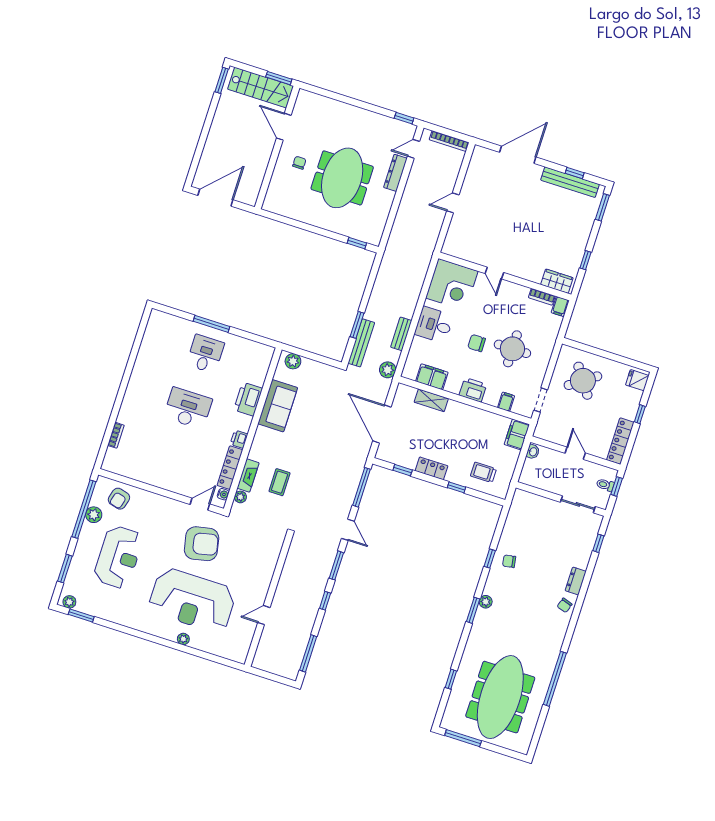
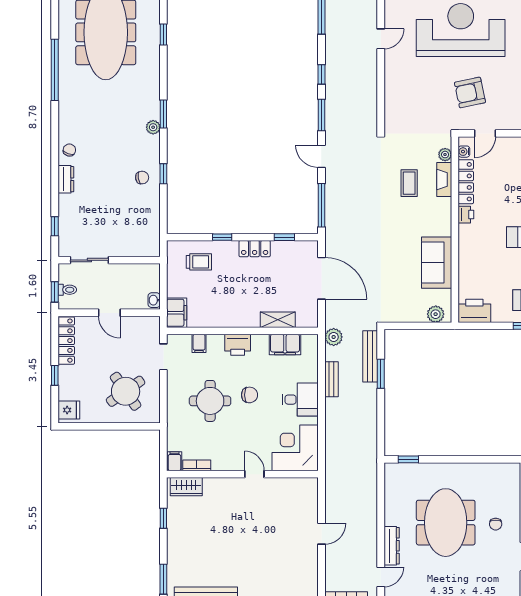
printer: (248, 399) -> (474, 311), moved, turned -90
armchair: (202, 544) -> (470, 92), width x0.73, depth x0.73

